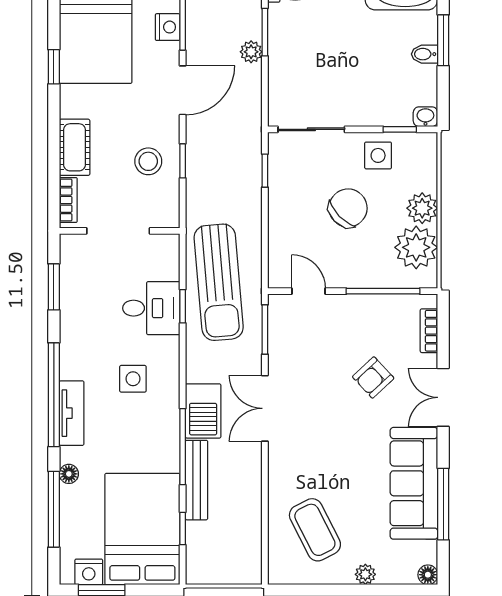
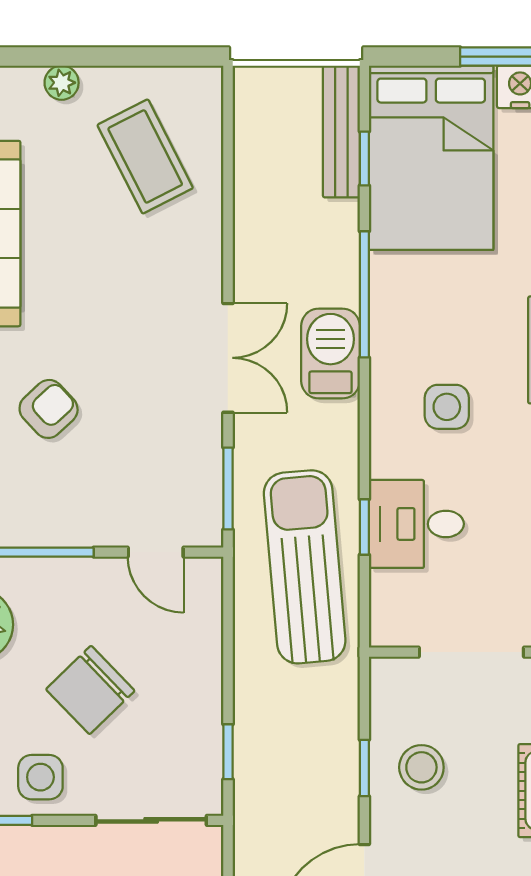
bench: (197, 480) -> (341, 132), moved

